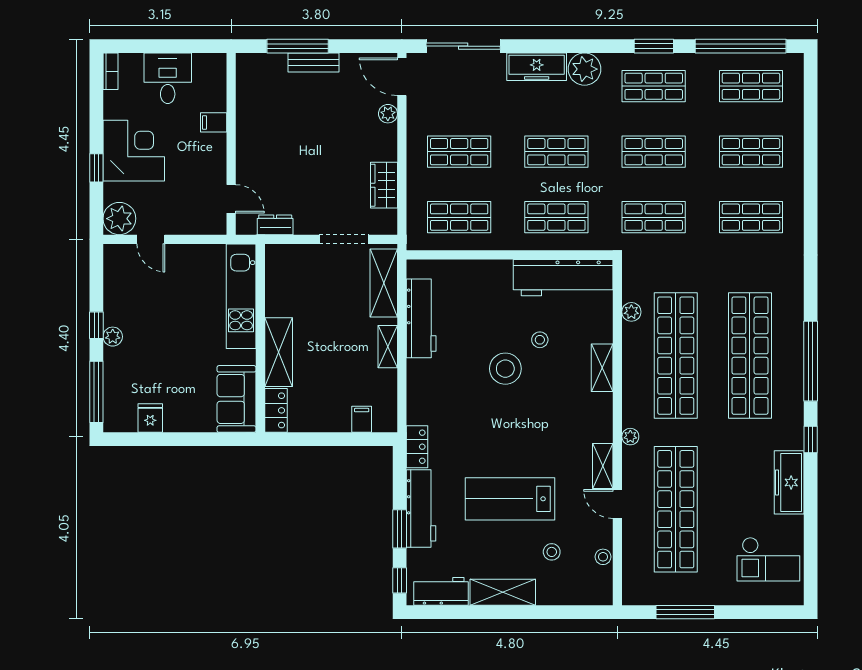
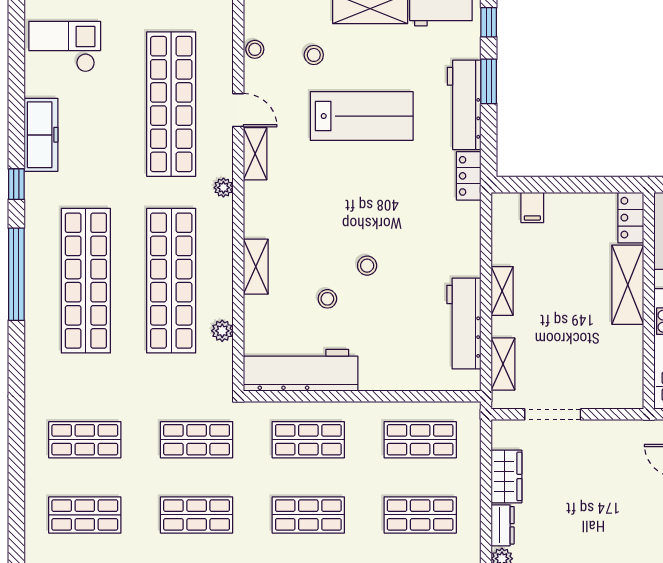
dresser: (275, 225) -> (503, 525), moved, turned -90
shelving: (384, 283) -> (503, 364), width x0.67, depth x0.75
stool: (505, 369) -> (367, 266), width x0.53, depth x0.53

